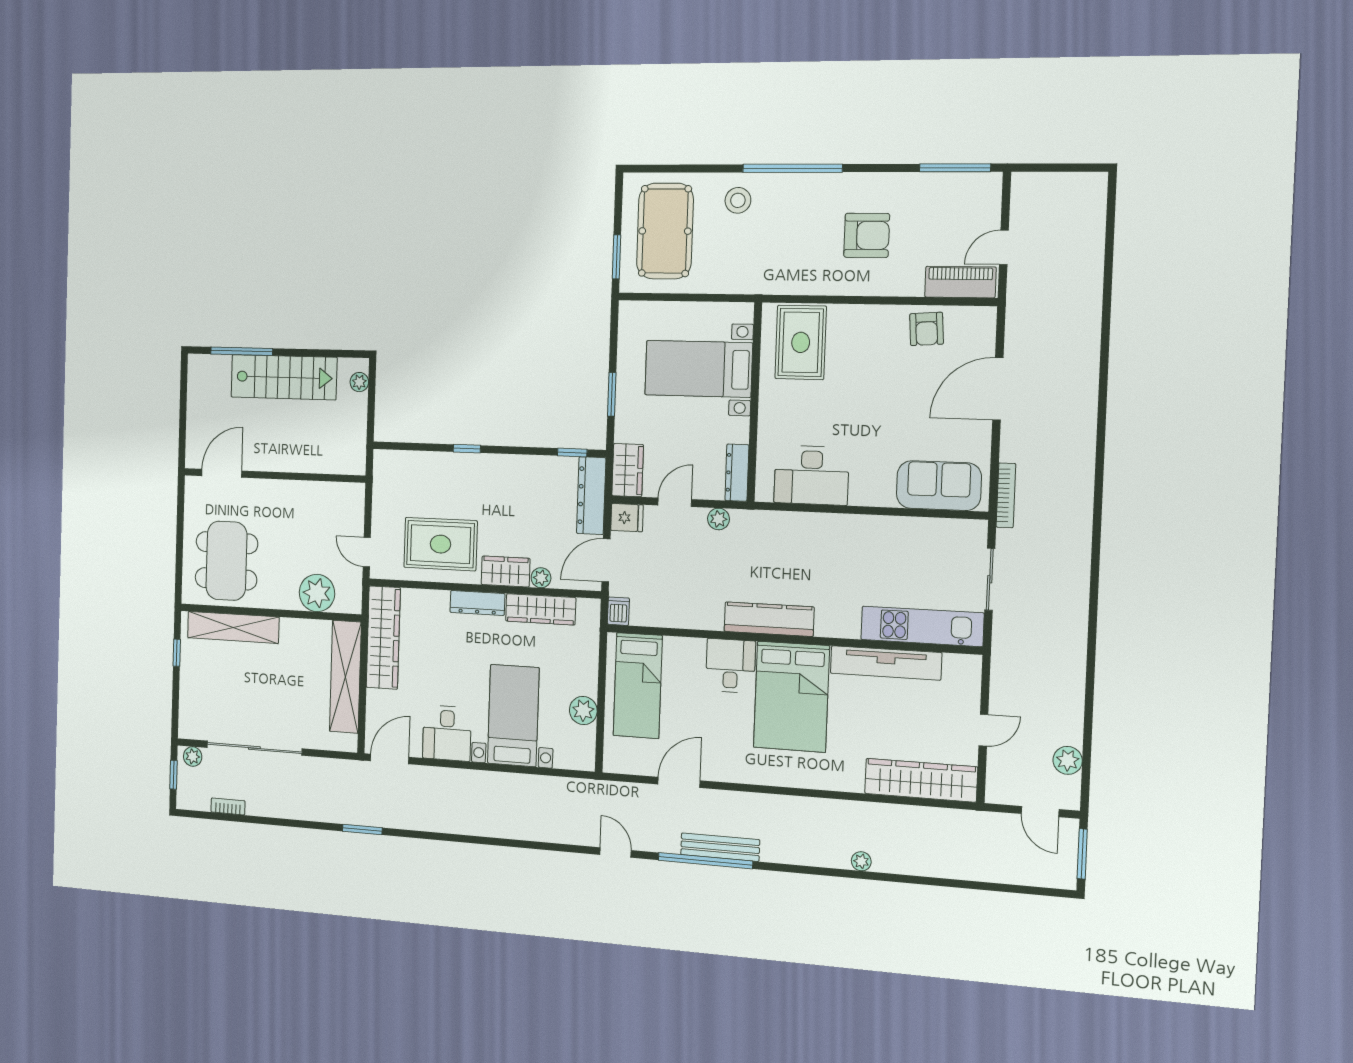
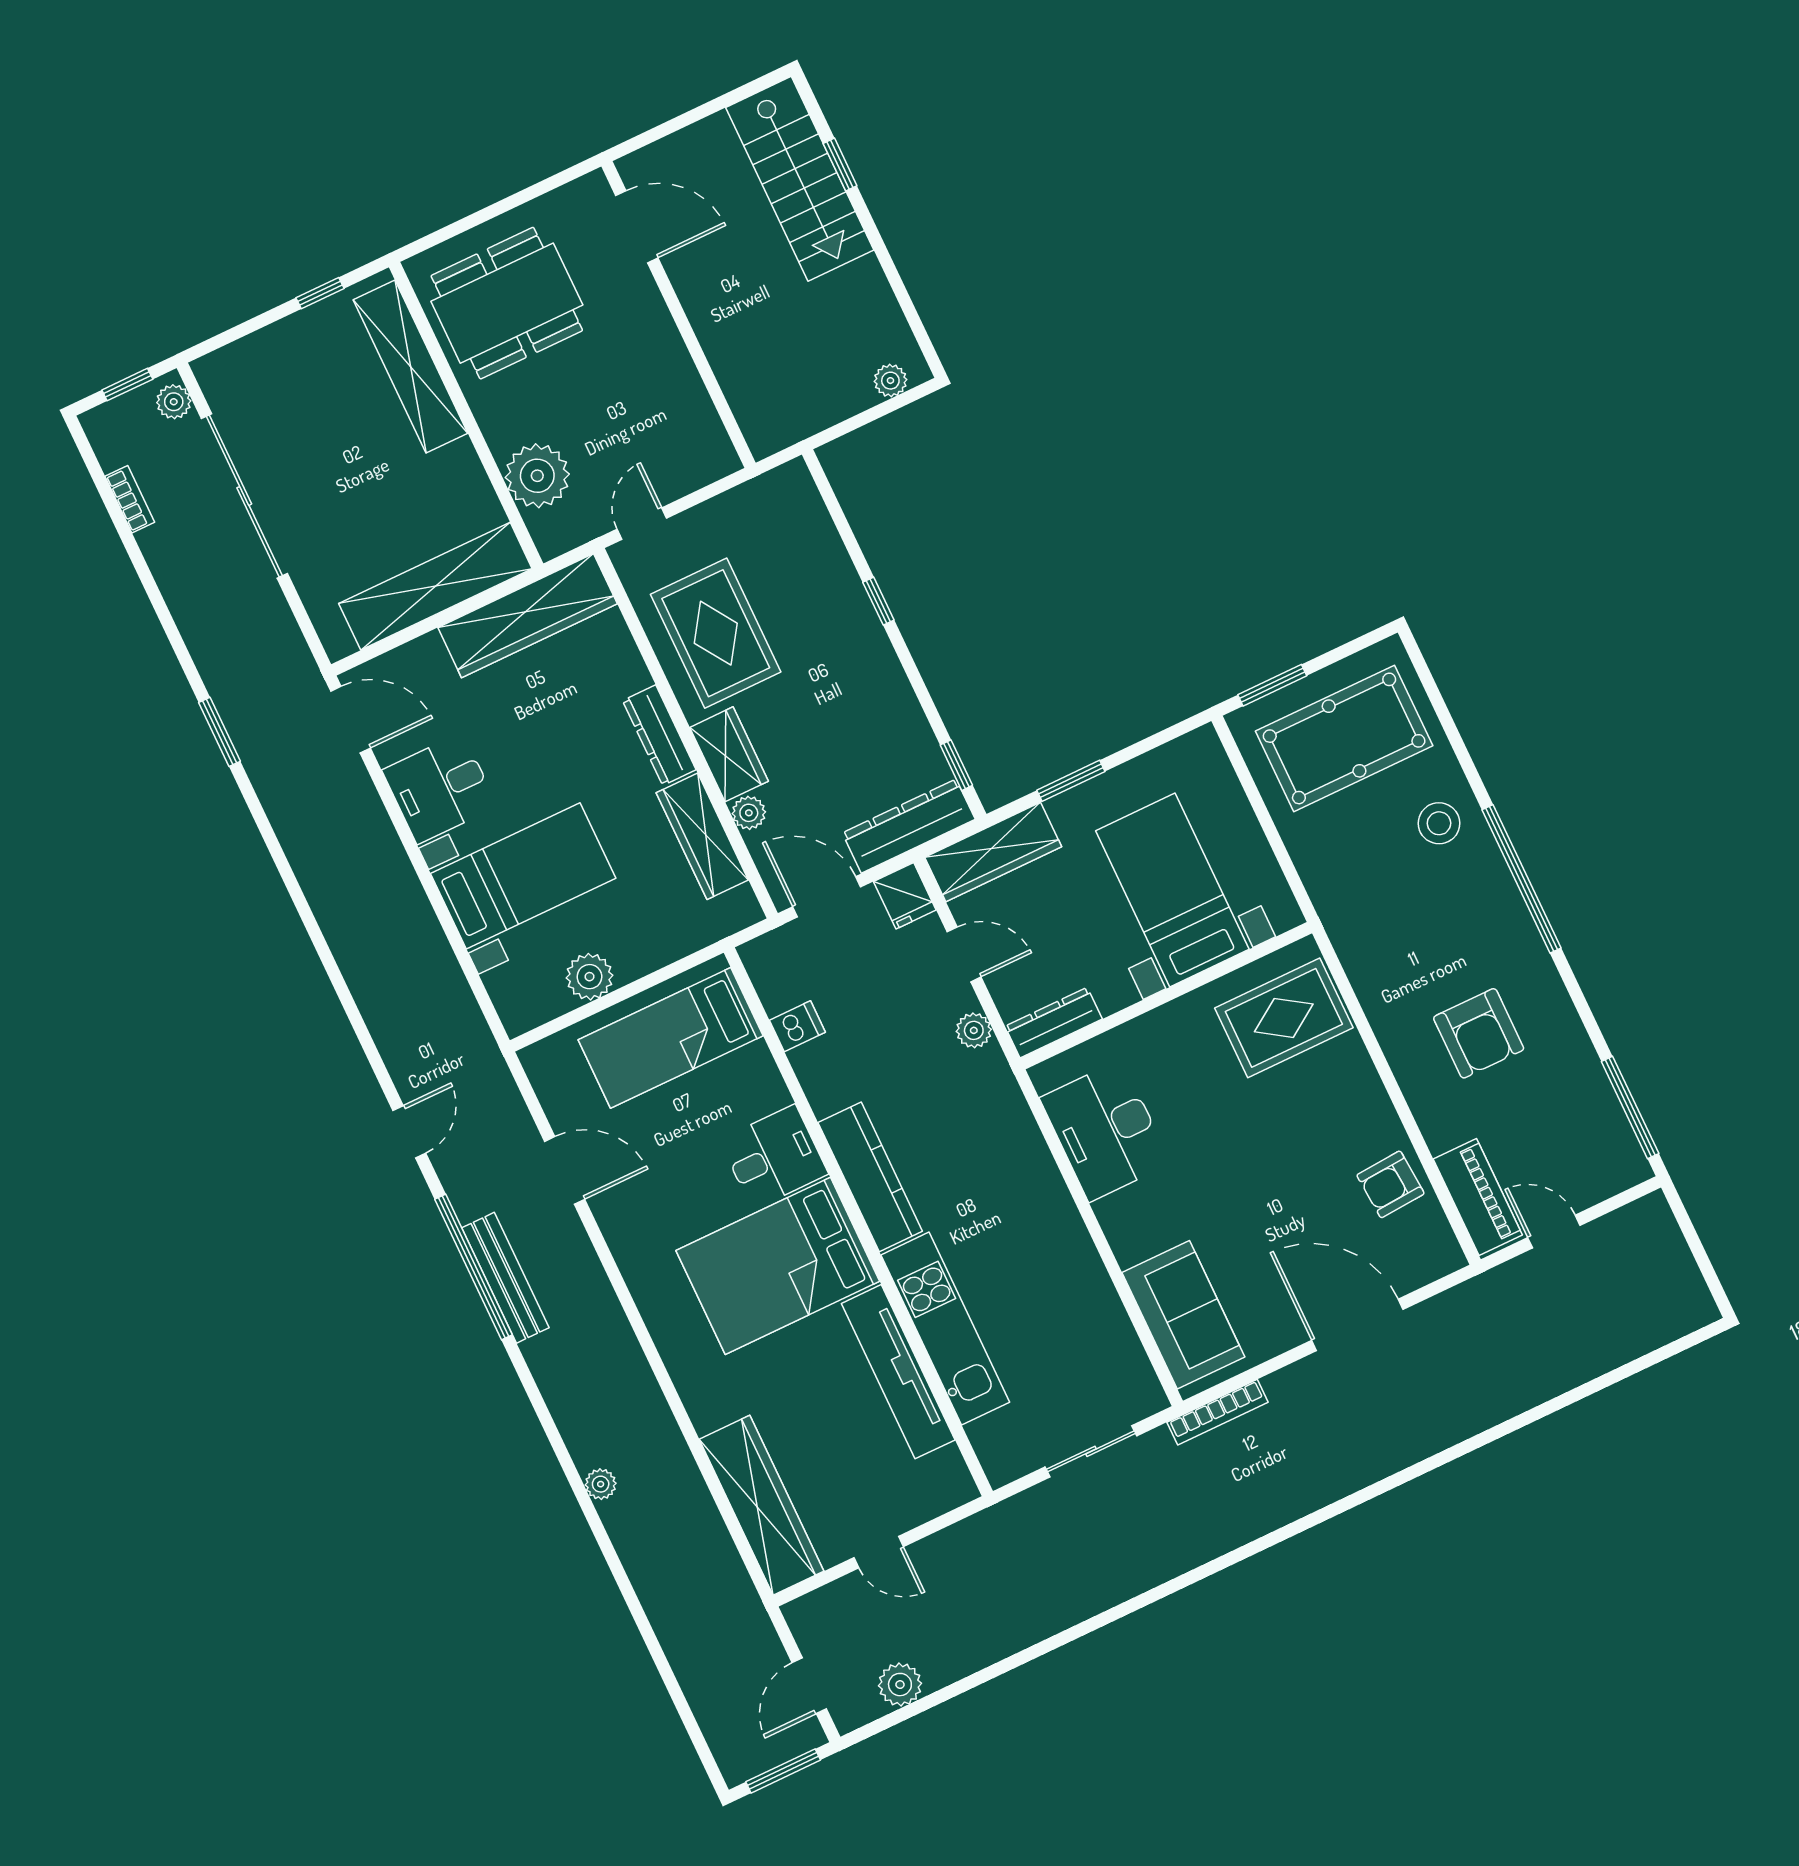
window: (242, 351) -> (840, 165), width x0.46
stairs: (284, 377) -> (800, 179), moved
wardrobe: (628, 470) -> (993, 852), width x1.50
dishwasher: (618, 611) -> (797, 1026), moved
kitchen unit: (922, 626) -> (945, 1329), moved

